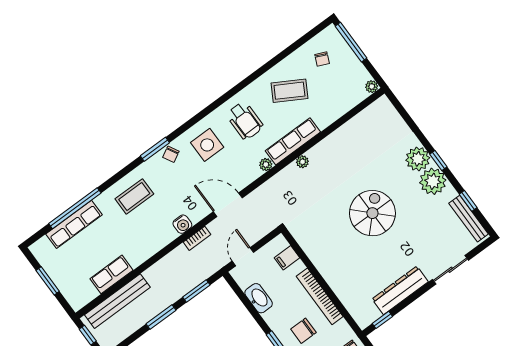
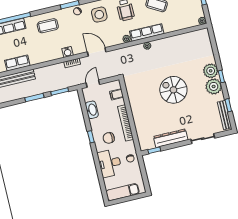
spiral stairs: (372, 213) -> (173, 90), turned -90

